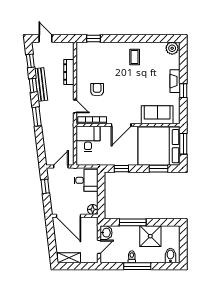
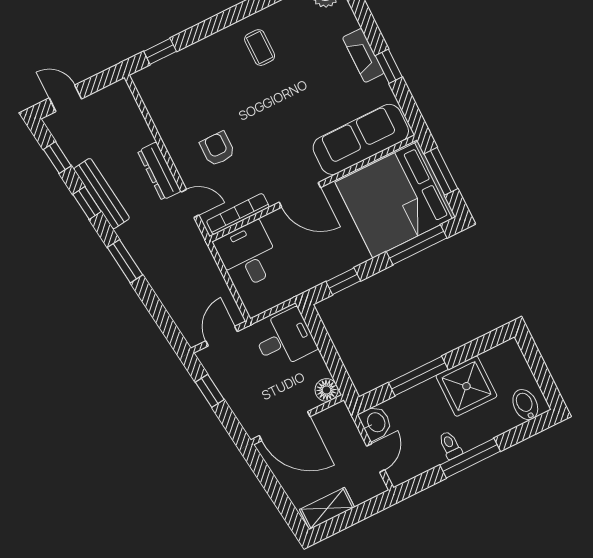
dresser: (69, 72) -> (159, 171), moved
sofa: (157, 115) -> (361, 139), width x1.36
door: (121, 125) -> (300, 195), hinge flipped
window: (159, 169) -> (417, 245), width x1.44

